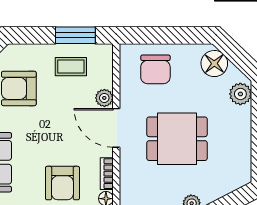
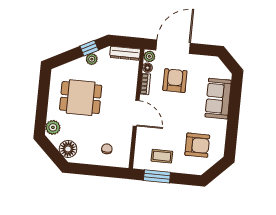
chair: (155, 69) -> (107, 149), width x0.54, depth x0.54
plant: (104, 98) -> (142, 134), removed
dining table: (177, 139) -> (81, 98), moved

